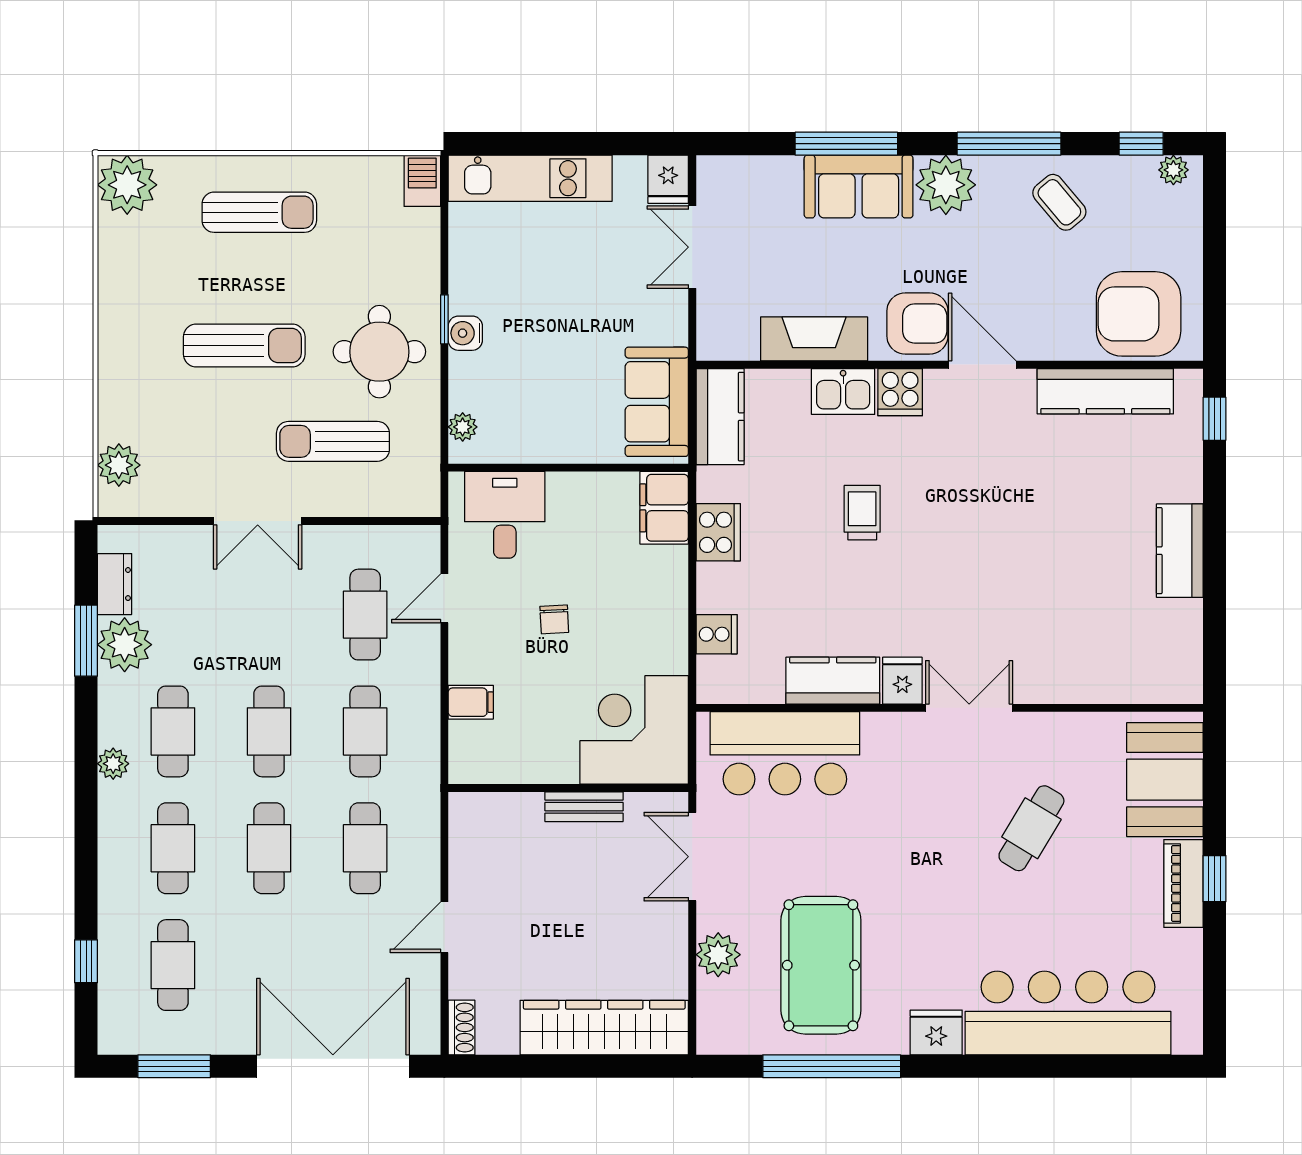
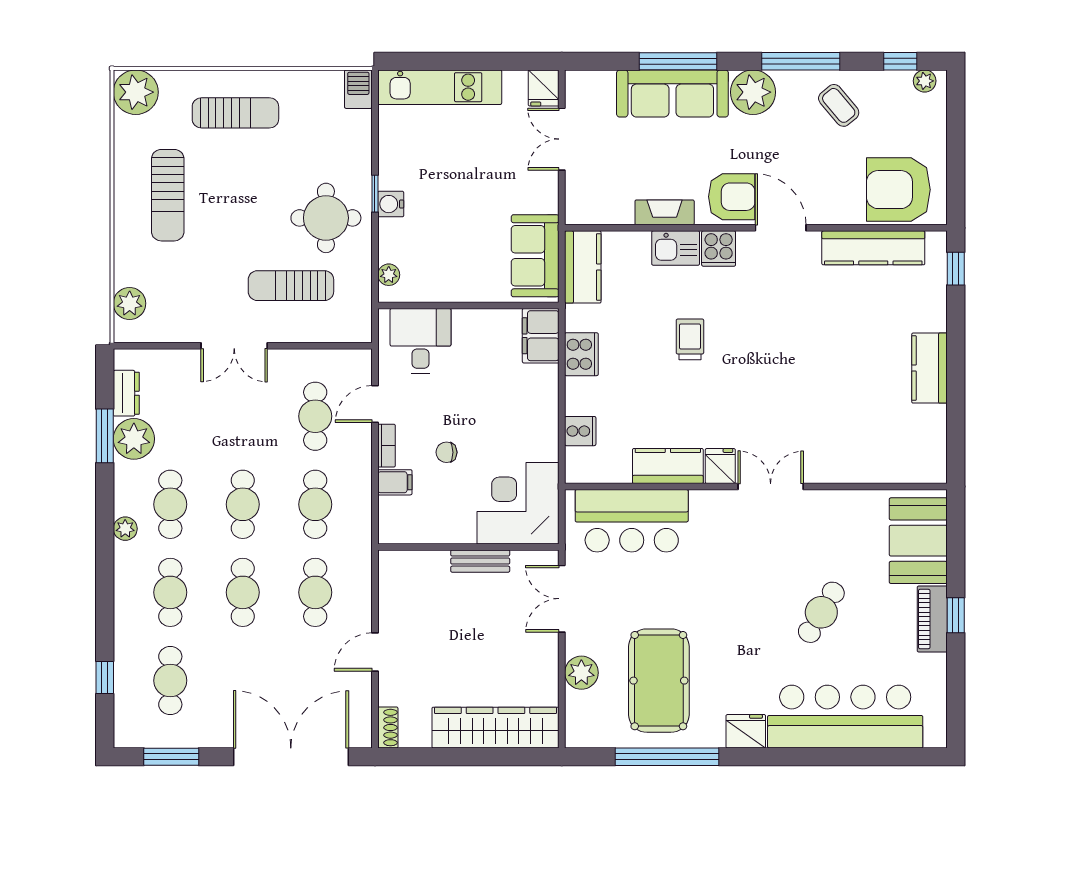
sofa: (859, 186) -> (672, 93), width x1.36
fireplace: (814, 339) -> (665, 212), width x0.73, depth x0.76
sun lounger: (244, 346) -> (168, 195), moved, turned 90
chair: (554, 619) -> (447, 452), moved, turned 93
bookcase: (460, 654) -> (386, 446), added
cafe table: (1031, 828) -> (821, 612), moved

